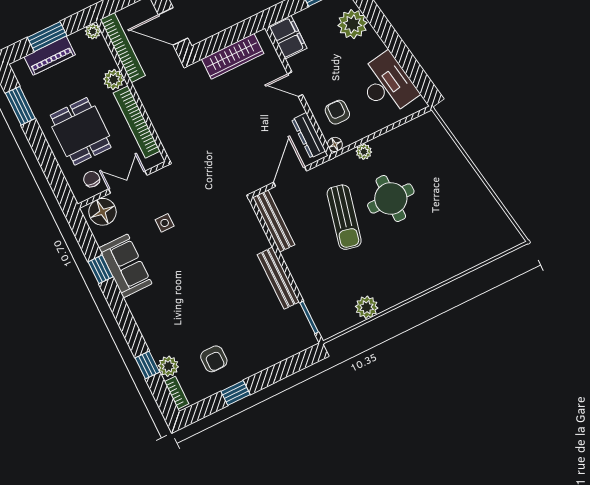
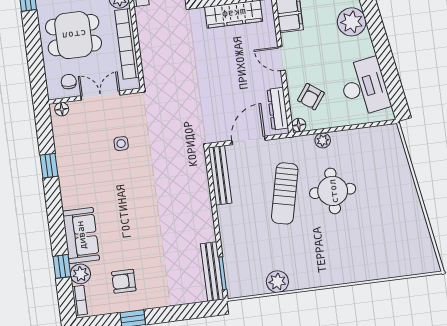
armchair: (337, 112) -> (311, 97), turned -144
dining table: (81, 131) -> (74, 35), turned 90
floor lamp: (102, 212) -> (62, 109), width x0.53, depth x0.53
sofa: (125, 266) -> (81, 235), moved
bench: (278, 278) -> (212, 272), moved
armchair: (214, 359) -> (124, 281), turned 90

